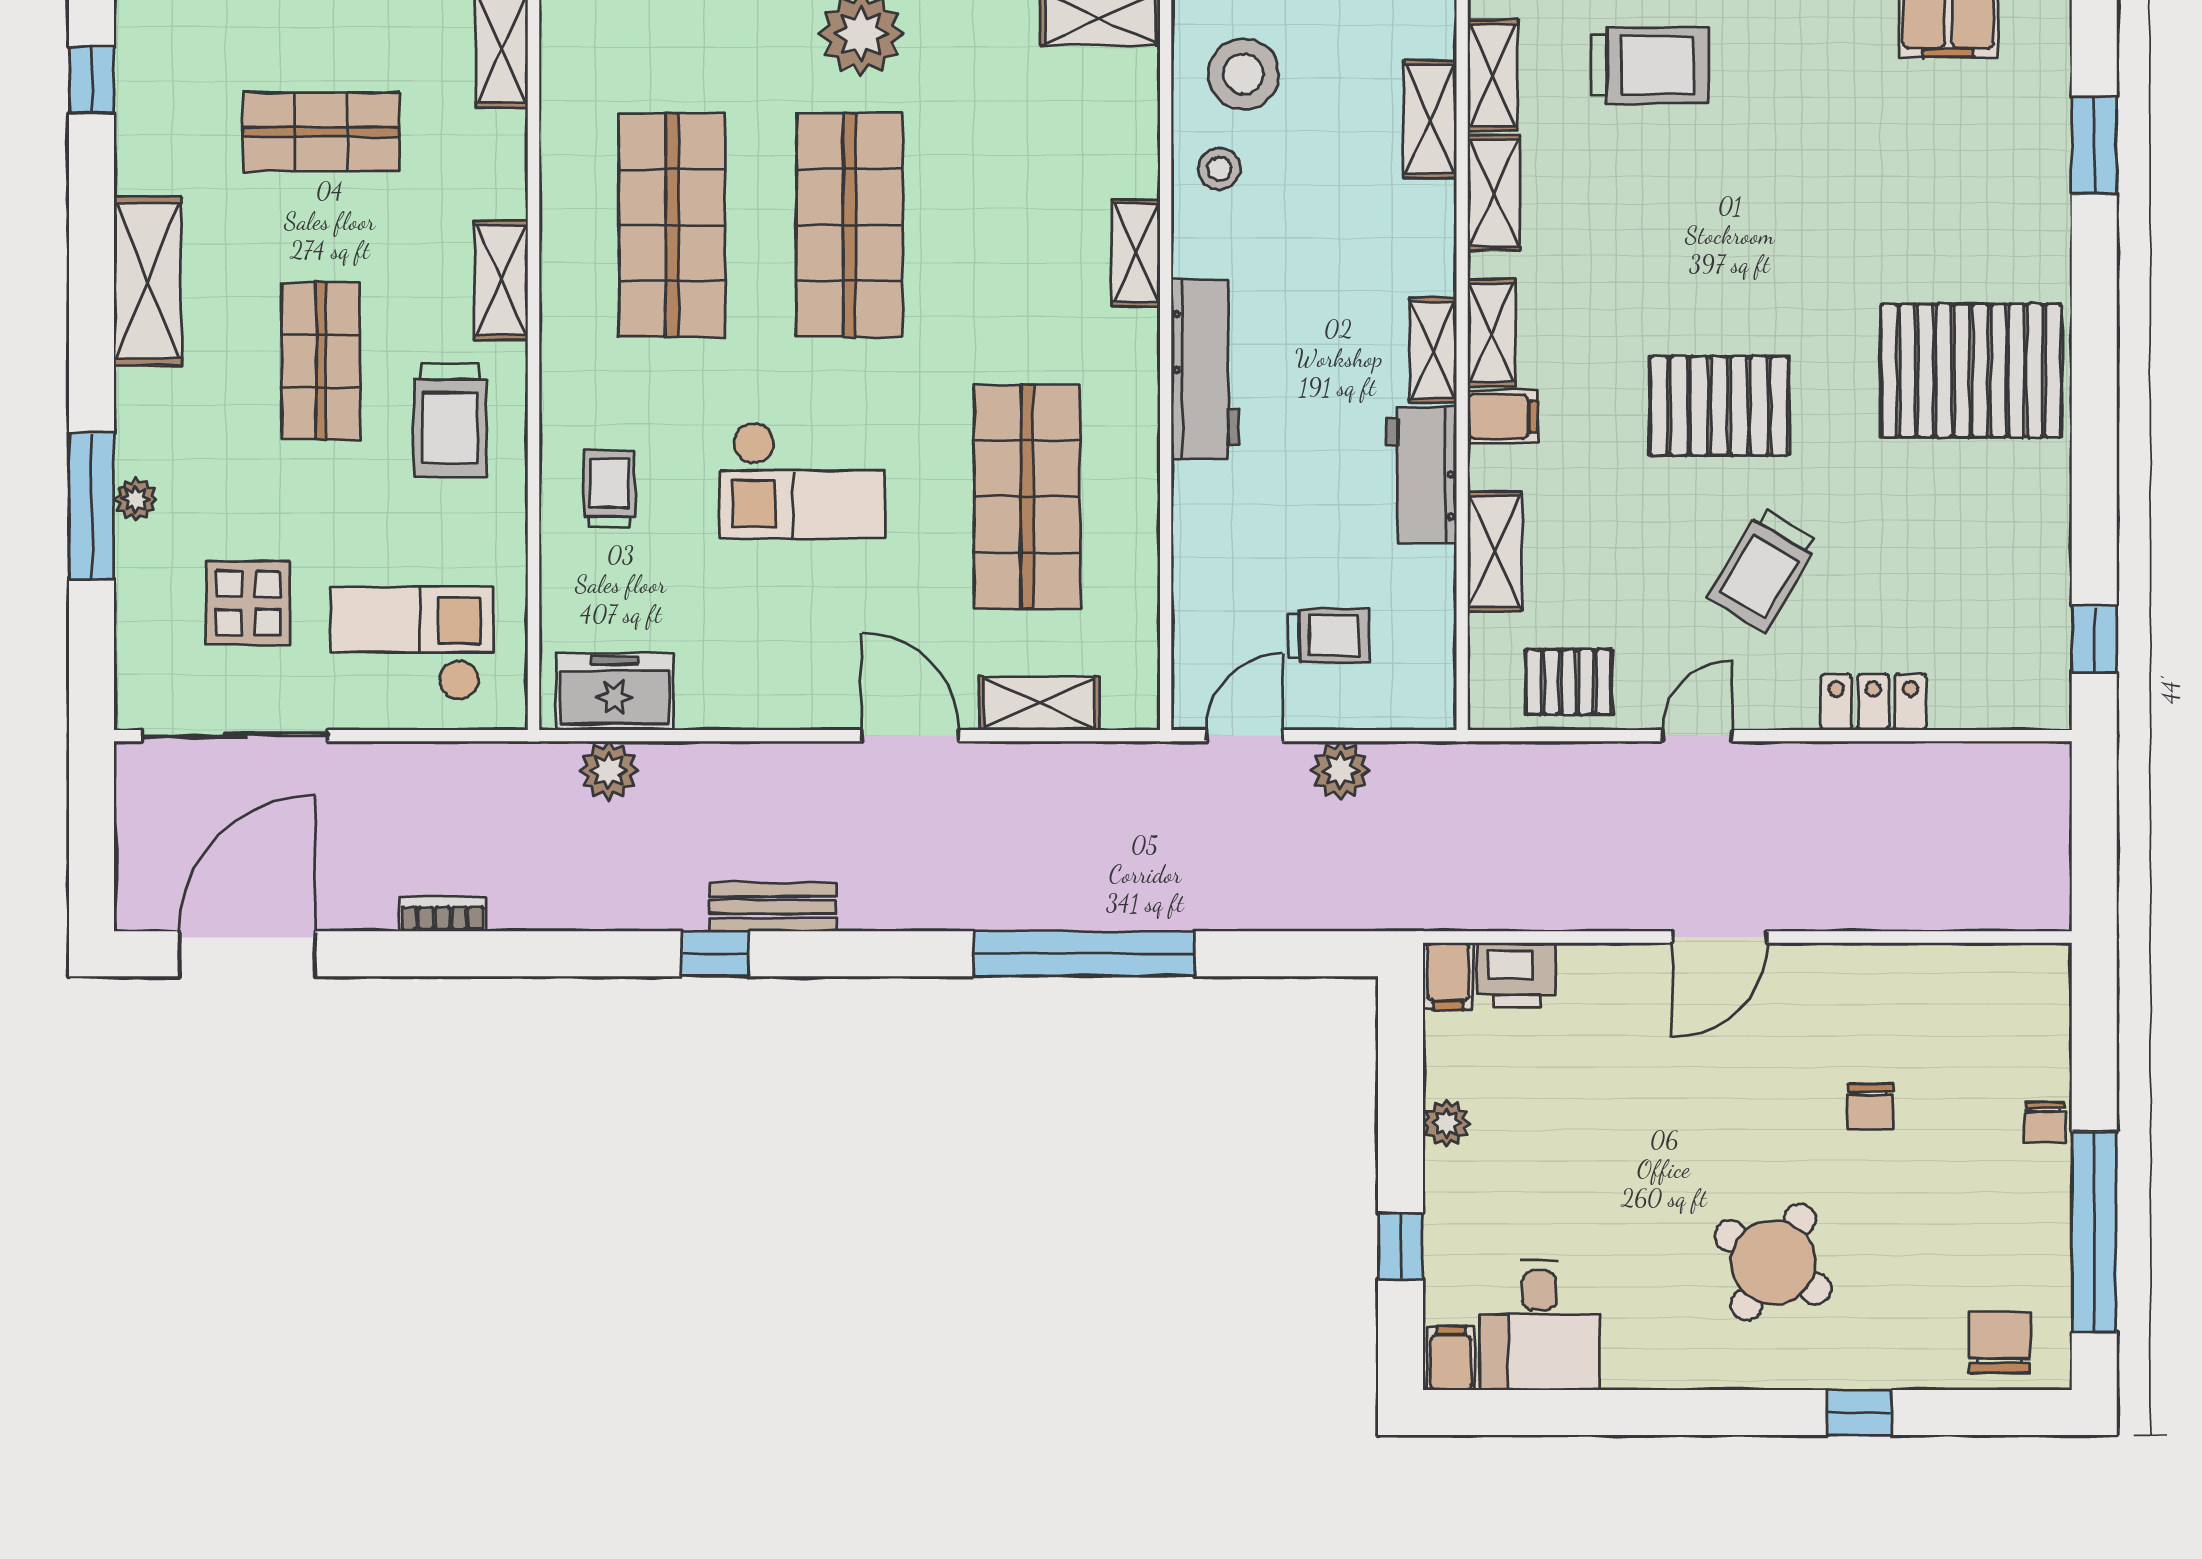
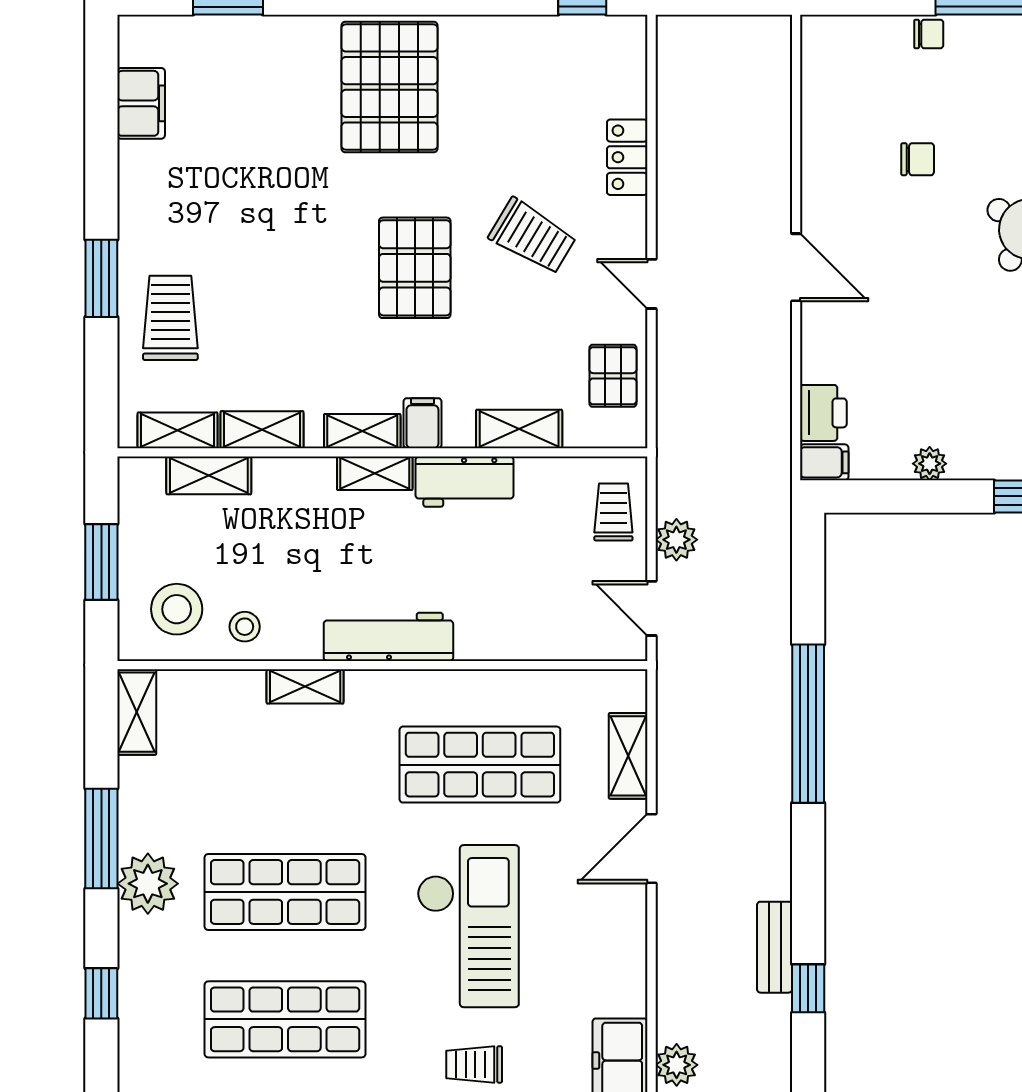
checkout: (802, 480) -> (468, 926), width x1.36, depth x1.21
trolley: (1328, 636) -> (613, 512), moved

